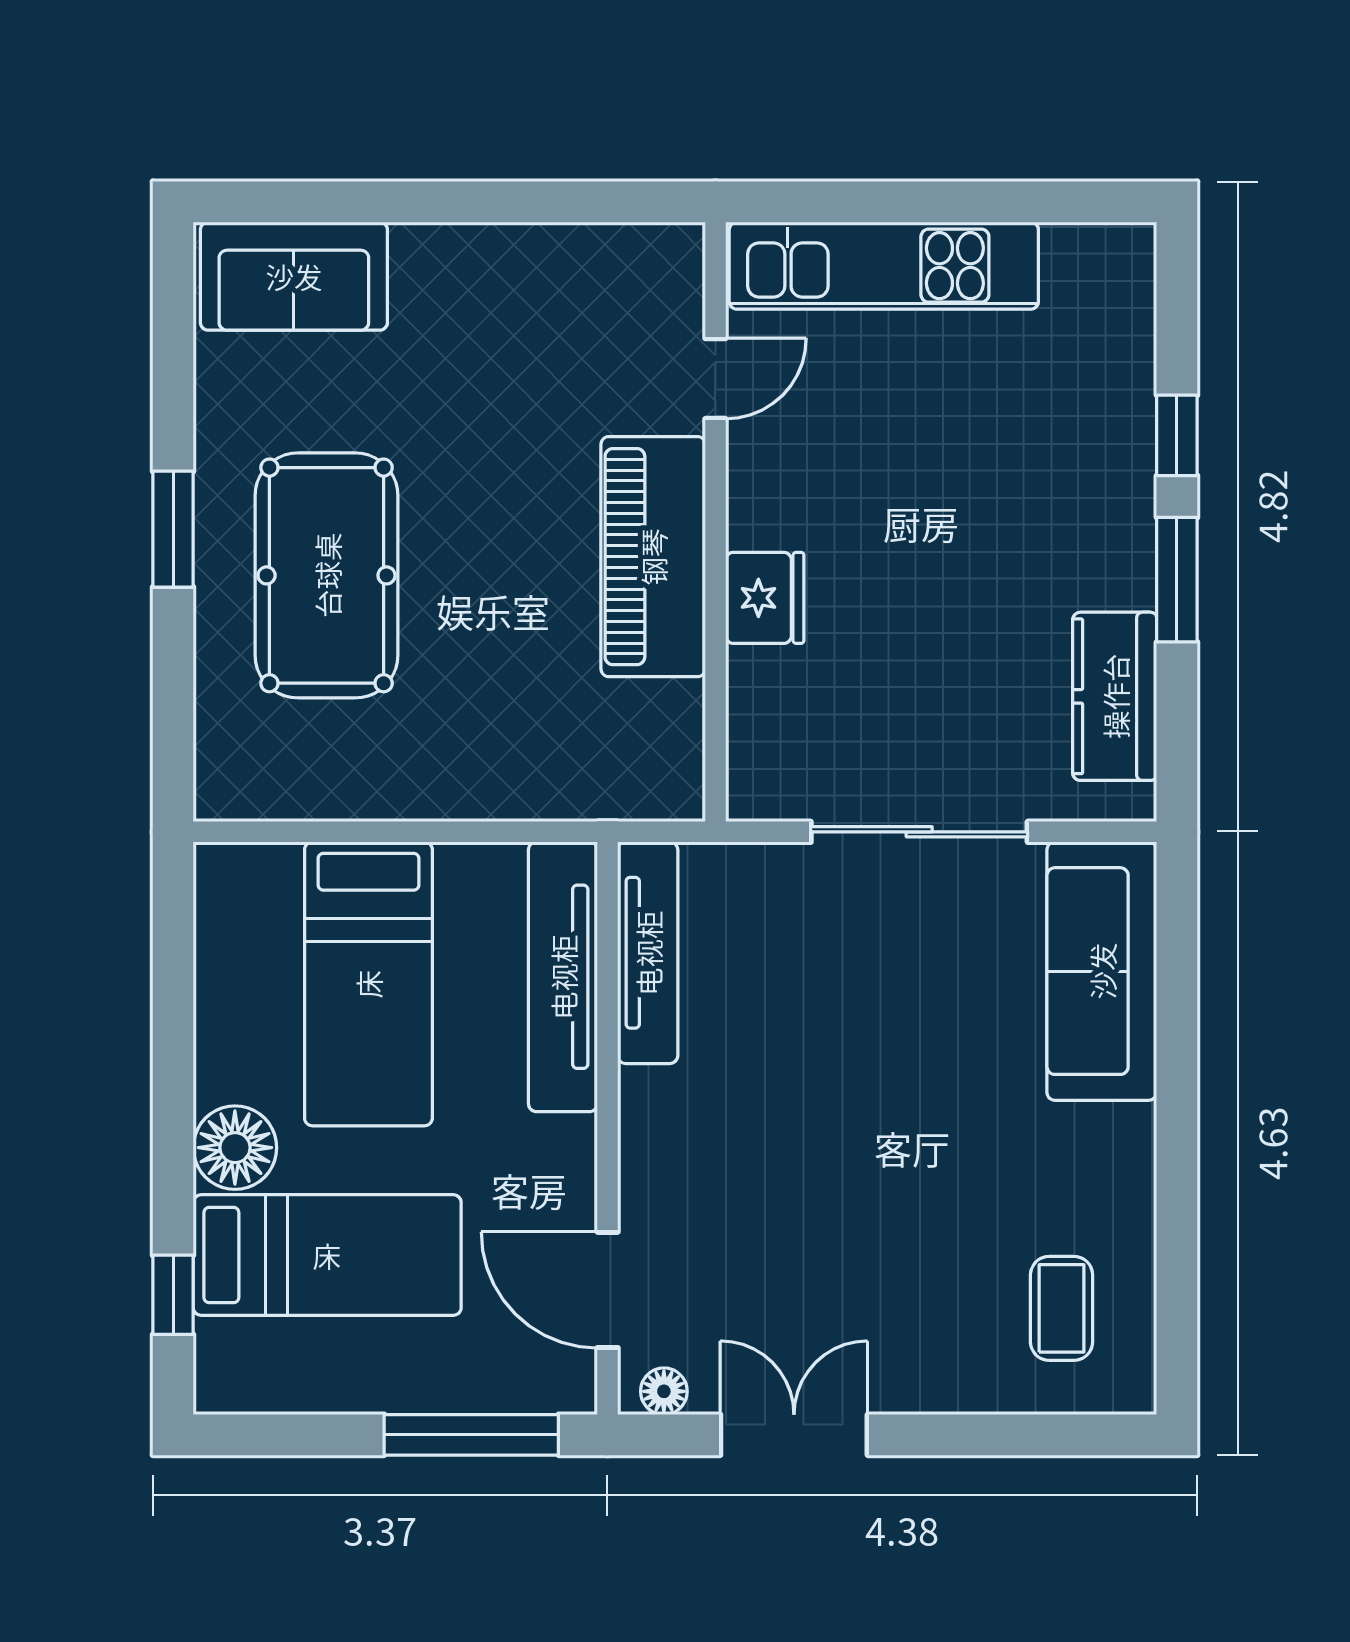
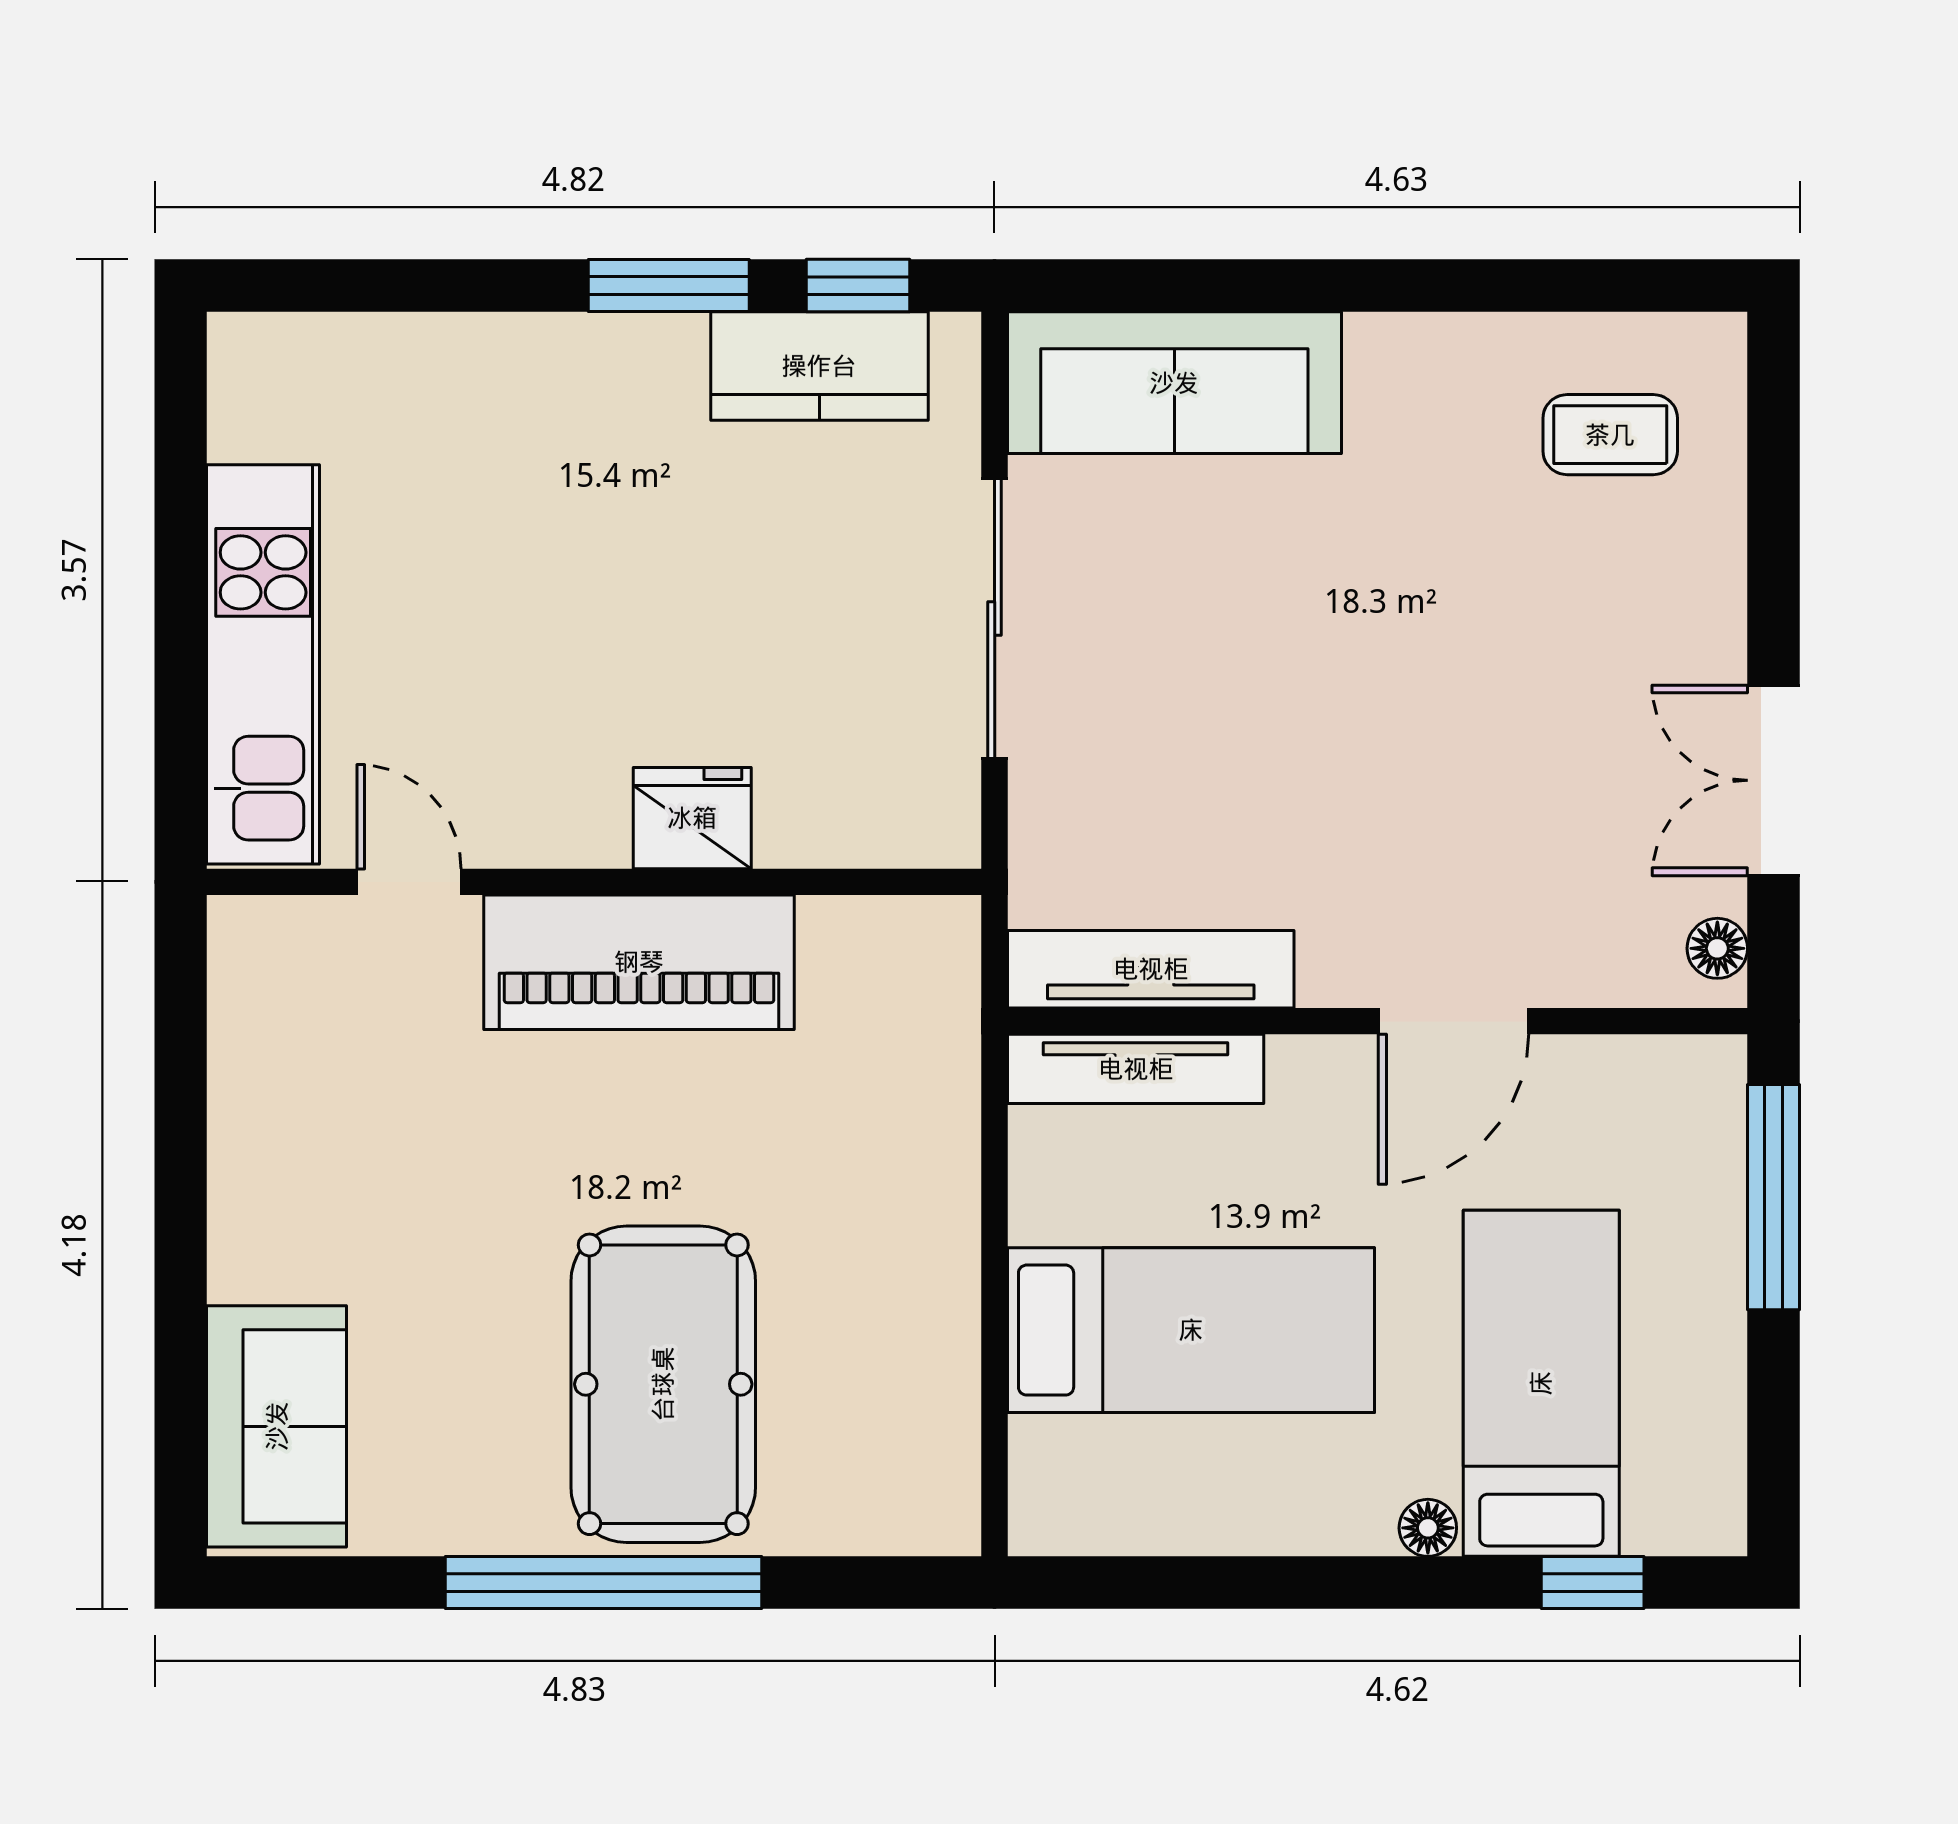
window: (1177, 435) -> (858, 286), moved
window: (173, 529) -> (604, 1583), width x2.11
pool table: (327, 575) -> (663, 1384), turned 90
tv unit: (563, 977) -> (1136, 1069), width x0.73, depth x0.78
floor lamp: (235, 1148) -> (1428, 1528), width x0.53, depth x0.53
door: (608, 1290) -> (1453, 1021), moved

